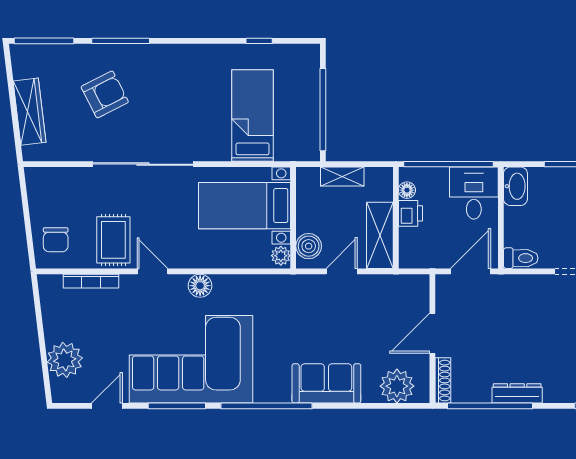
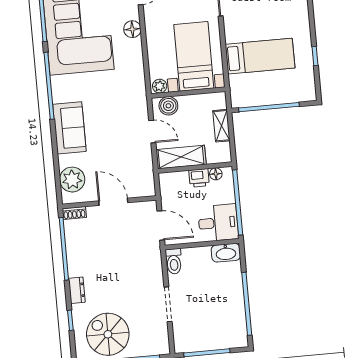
shoe rack: (443, 380) -> (74, 213), width x0.70
dresser: (517, 393) -> (77, 290), moved, width x0.70

